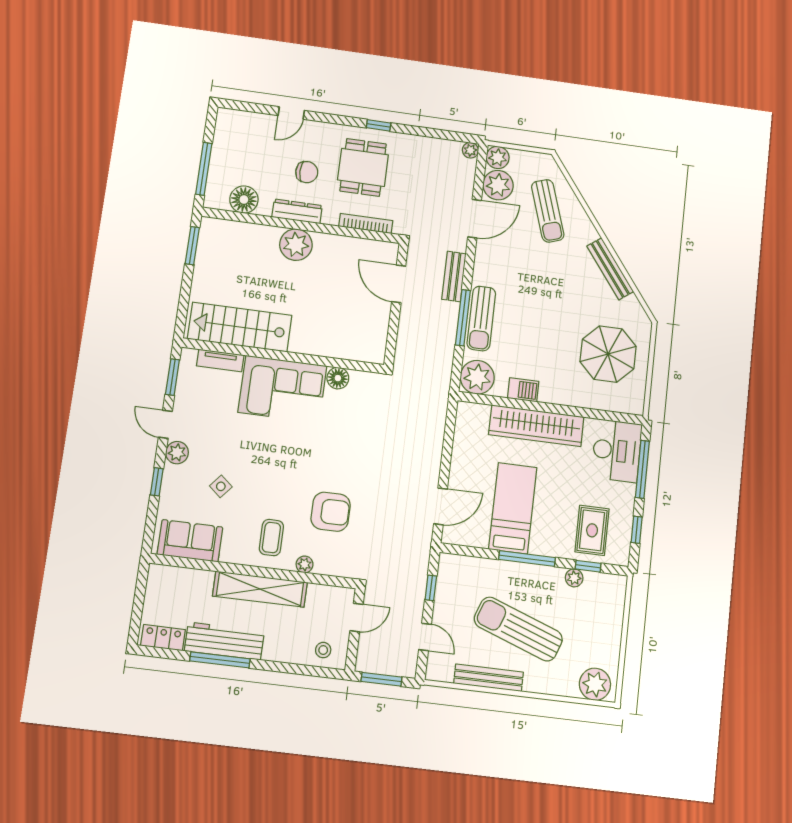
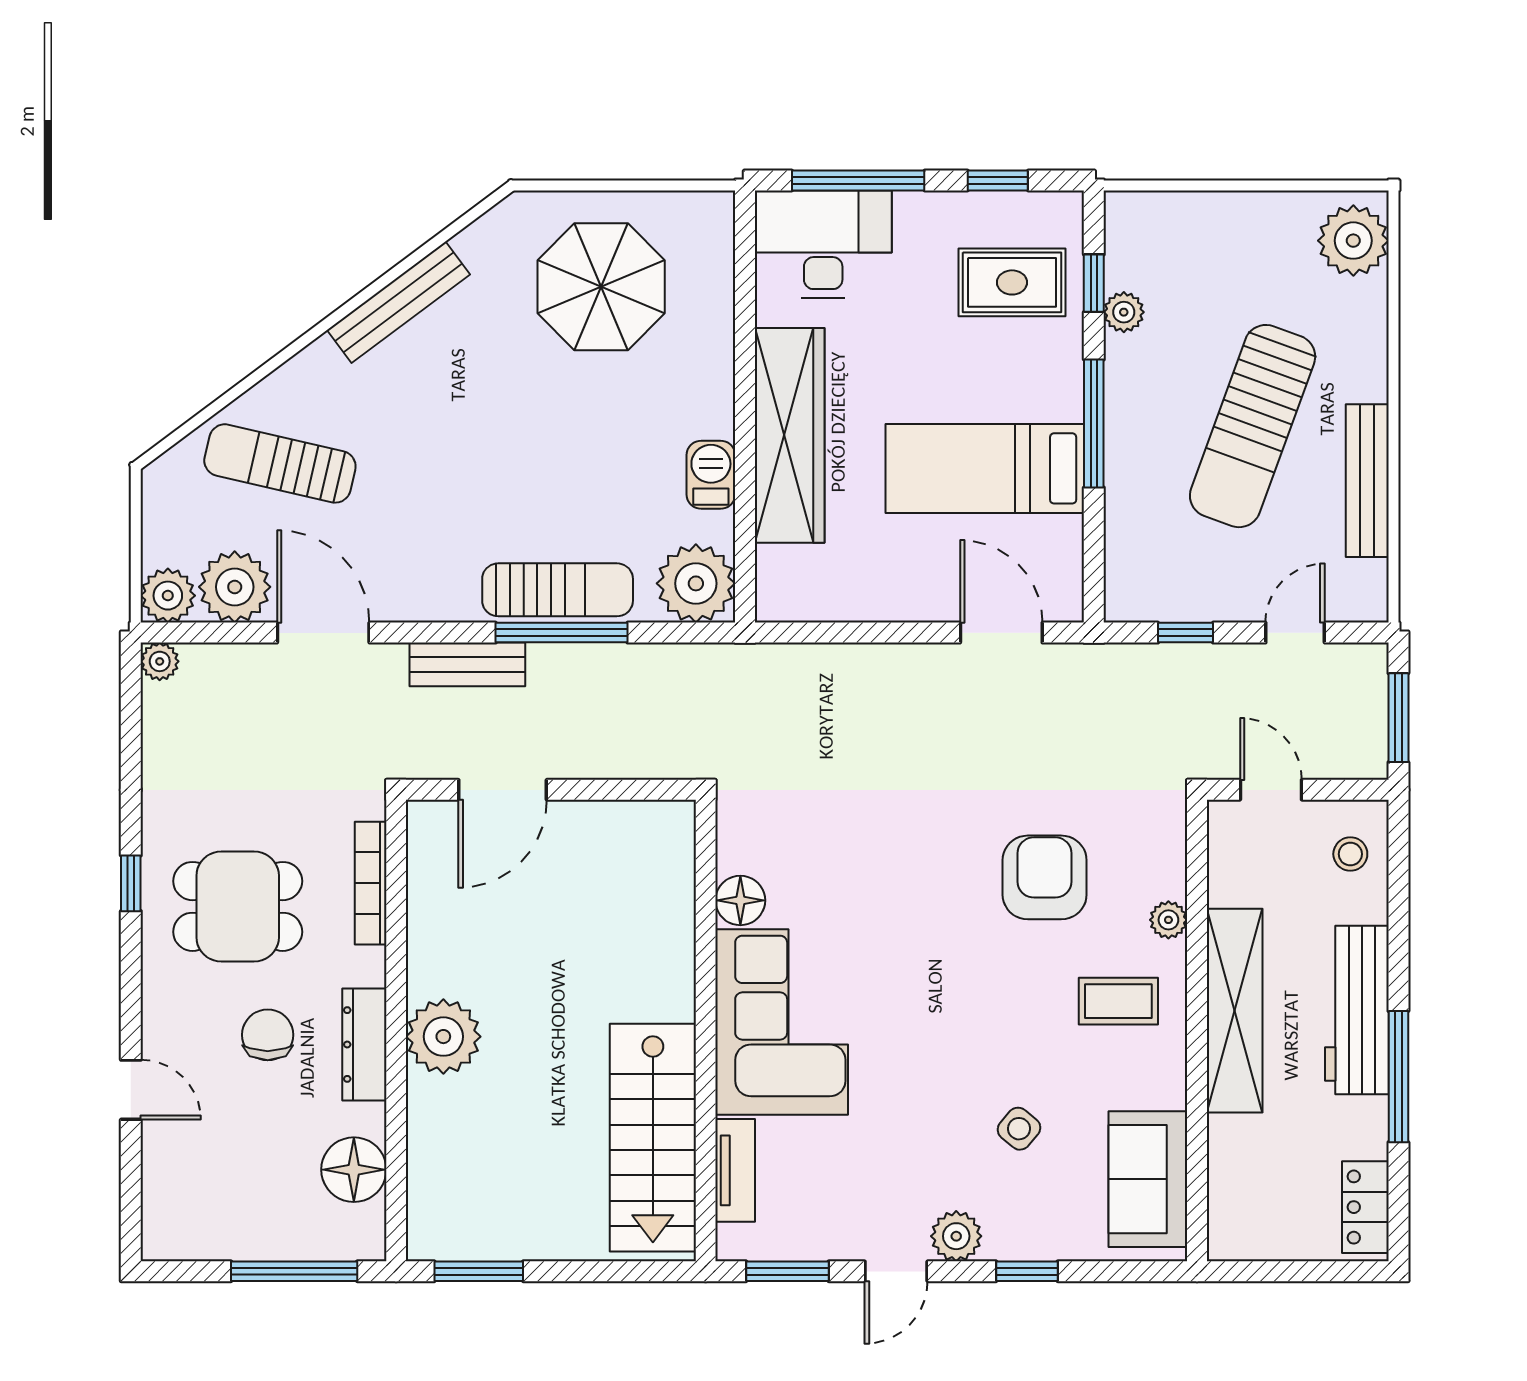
sun lounger: (548, 211) -> (280, 463), turned -149
workbench: (224, 641) -> (1357, 1010), moved

